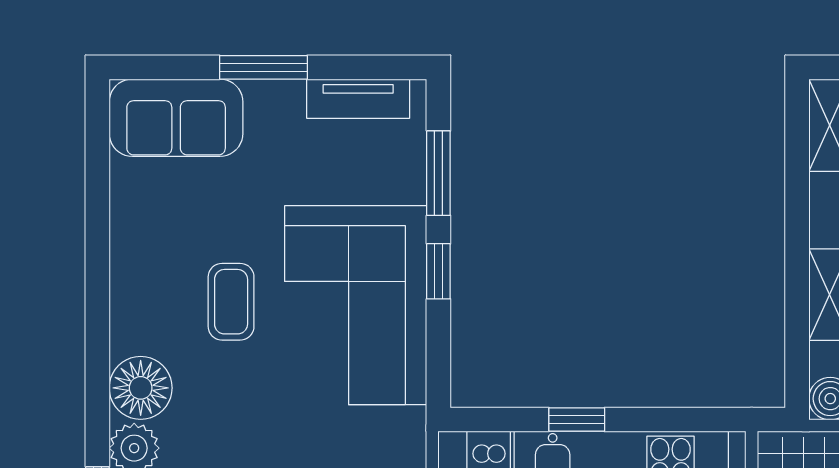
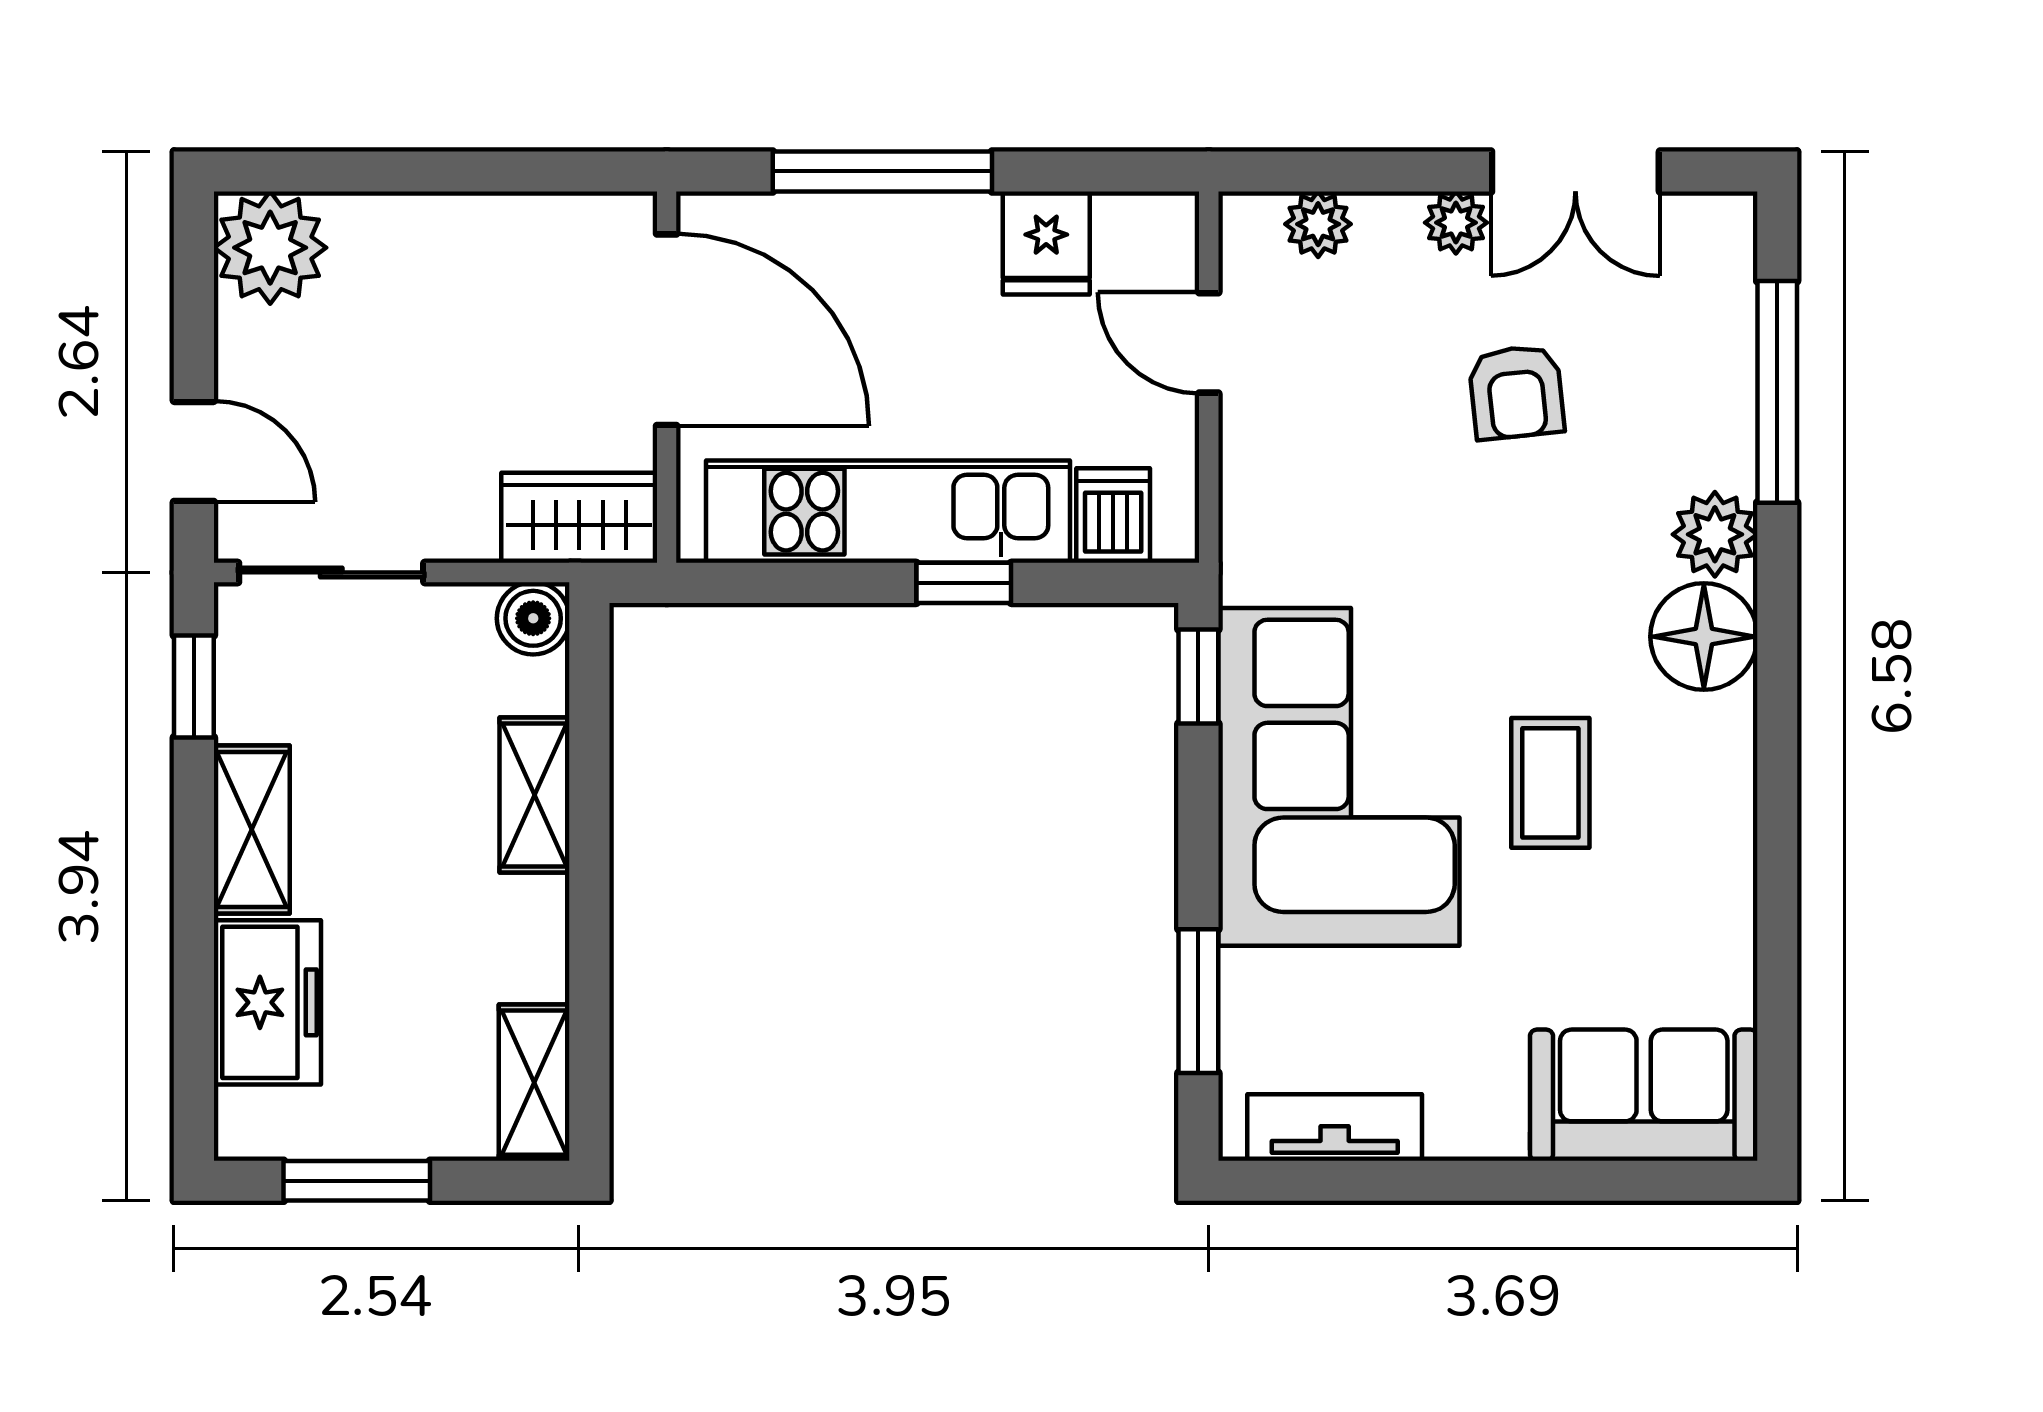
window: (263, 67) -> (1495, 1181), removed
window: (438, 271) -> (1198, 676), moved

